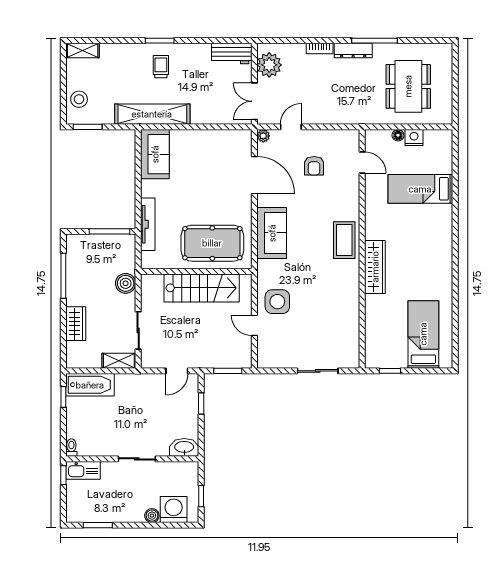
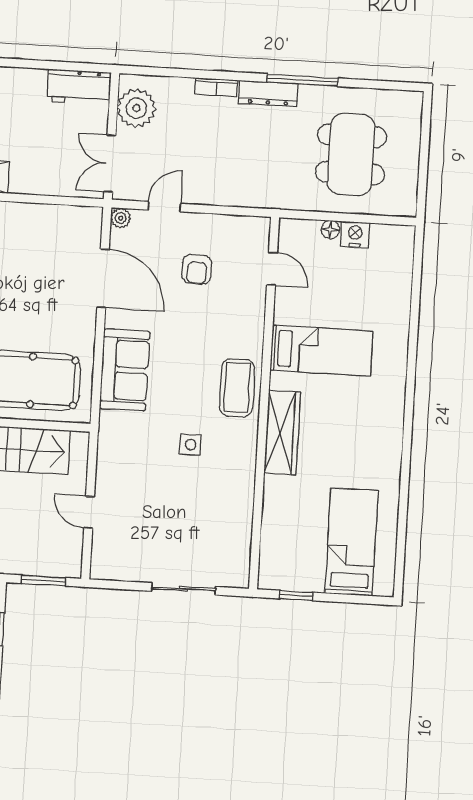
bed: (420, 189) -> (321, 351), moved, turned 180
side table: (277, 302) -> (191, 444), moved, width x0.54, depth x0.54

